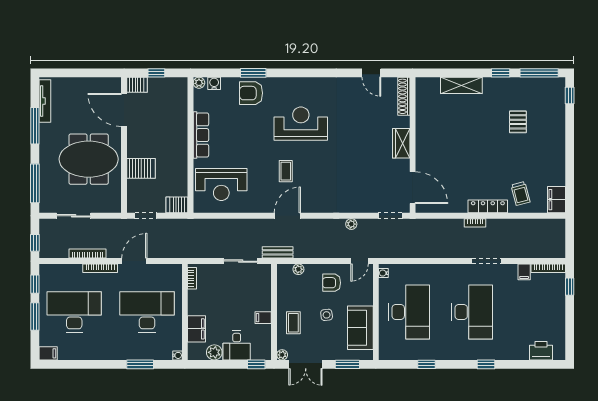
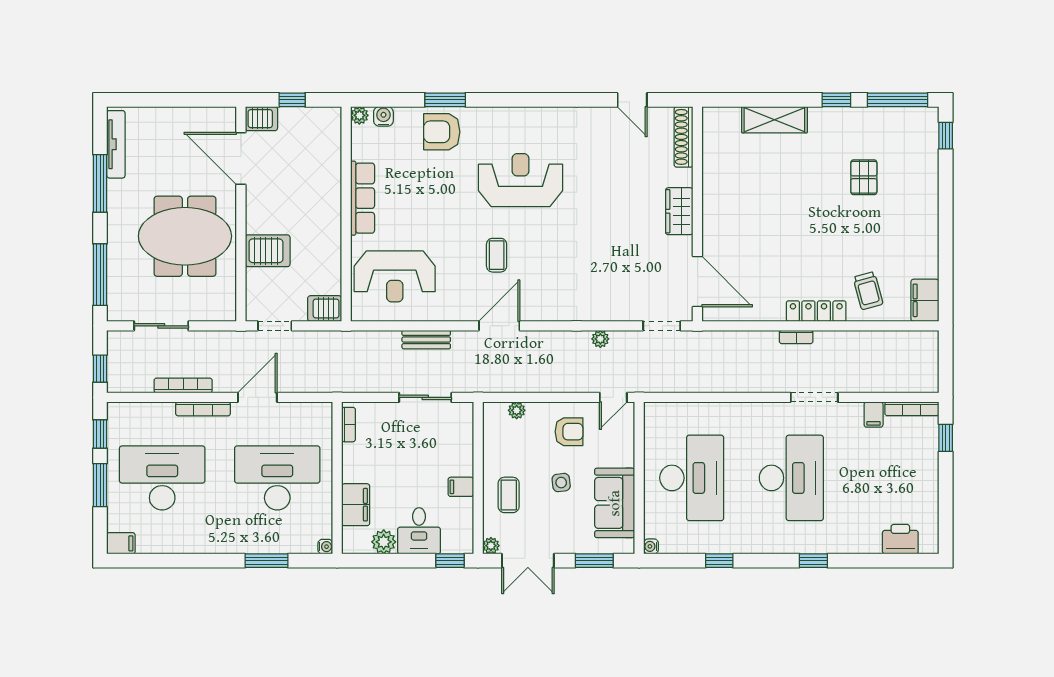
bench: (278, 252) -> (426, 340), moved
water cooler: (383, 273) -> (651, 546), moved
armchair: (332, 283) -> (569, 432), turned 180

